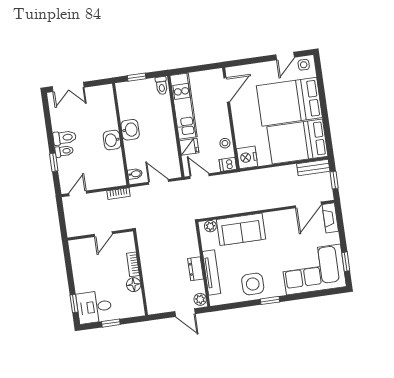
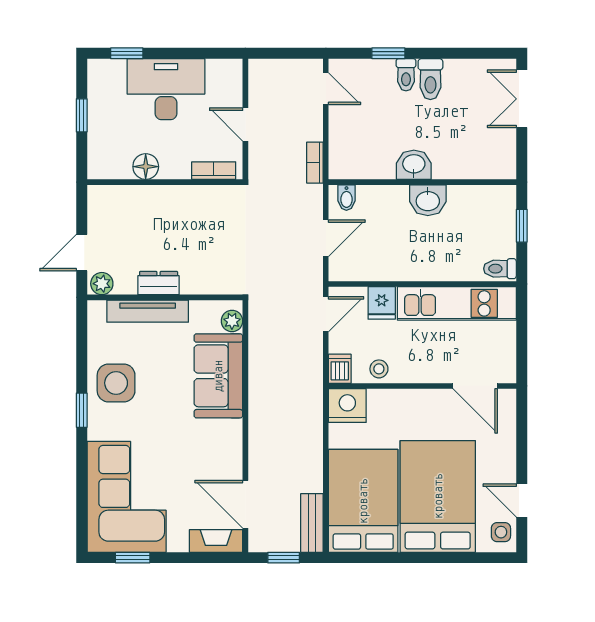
bookcase: (133, 264) -> (214, 171), moved
desk: (94, 307) -> (166, 89), moved, width x1.37

